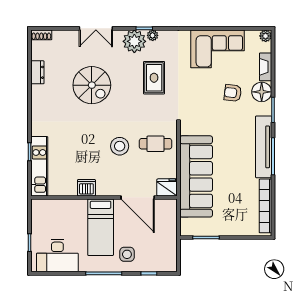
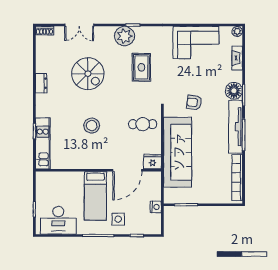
double door: (96, 28) -> (79, 25), moved
plant: (153, 35) -> (140, 31), removed
dresser: (37, 72) -> (41, 83), moved
floor lamp: (262, 92) -> (234, 91), moved
armchair: (233, 93) -> (194, 102), moved
stool: (120, 146) -> (92, 126), moved
dishwasher: (86, 188) -> (83, 162), removed
door: (138, 197) -> (127, 170), hinge flipped
nightstand: (171, 240) -> (156, 207), added

